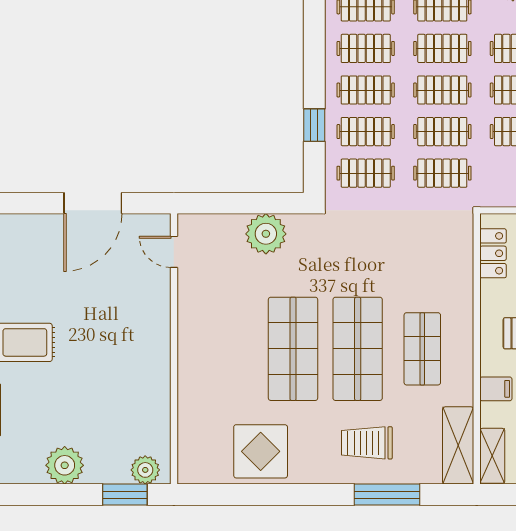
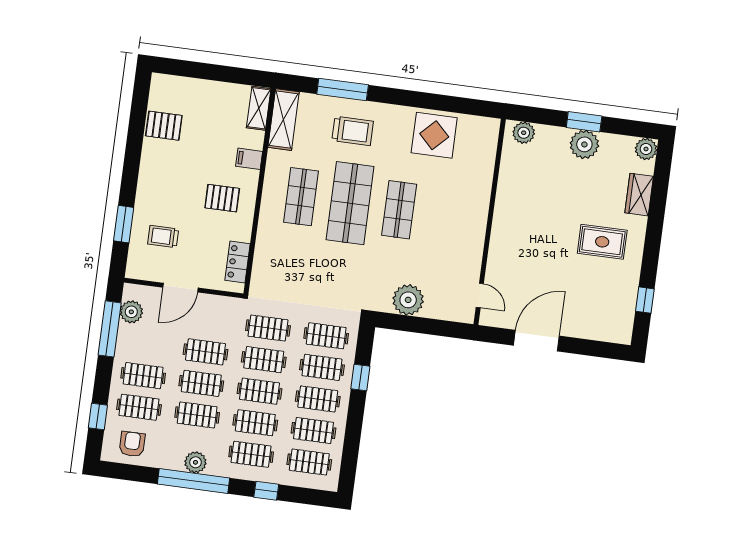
shop shelf: (293, 349) -> (399, 210), width x0.70, depth x0.74
window: (125, 495) -> (584, 122), moved

